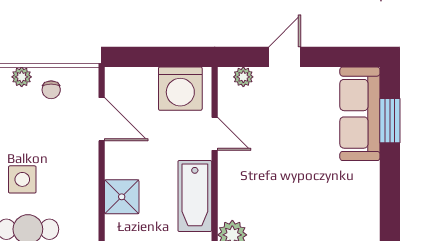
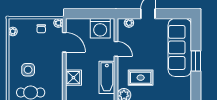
plant: (22, 77) -> (58, 23), moved
sofa: (360, 114) -> (180, 47), width x1.36, depth x1.27
window: (390, 121) -> (196, 61), moved
rug: (269, 197) -> (141, 78), added

